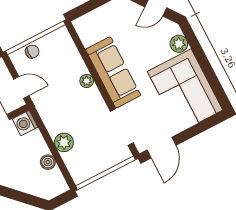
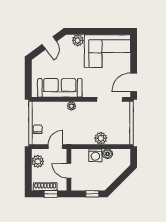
sofa: (113, 72) -> (60, 88), moved
washing machine: (25, 123) -> (95, 155), moved
door: (162, 148) -> (134, 82), swing flipped

